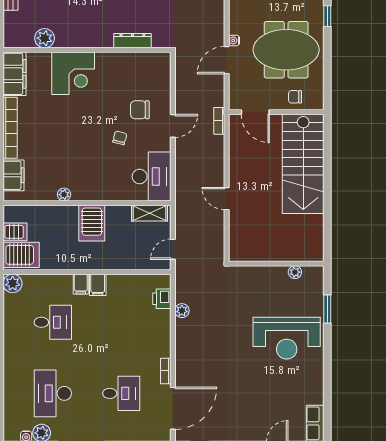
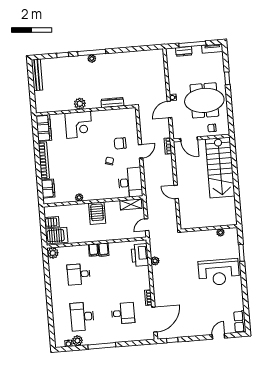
plant: (45, 38) -> (80, 104), moved
printer: (162, 299) -> (140, 255), width x1.87, depth x1.48
desk: (53, 322) -> (79, 274), turned 180

